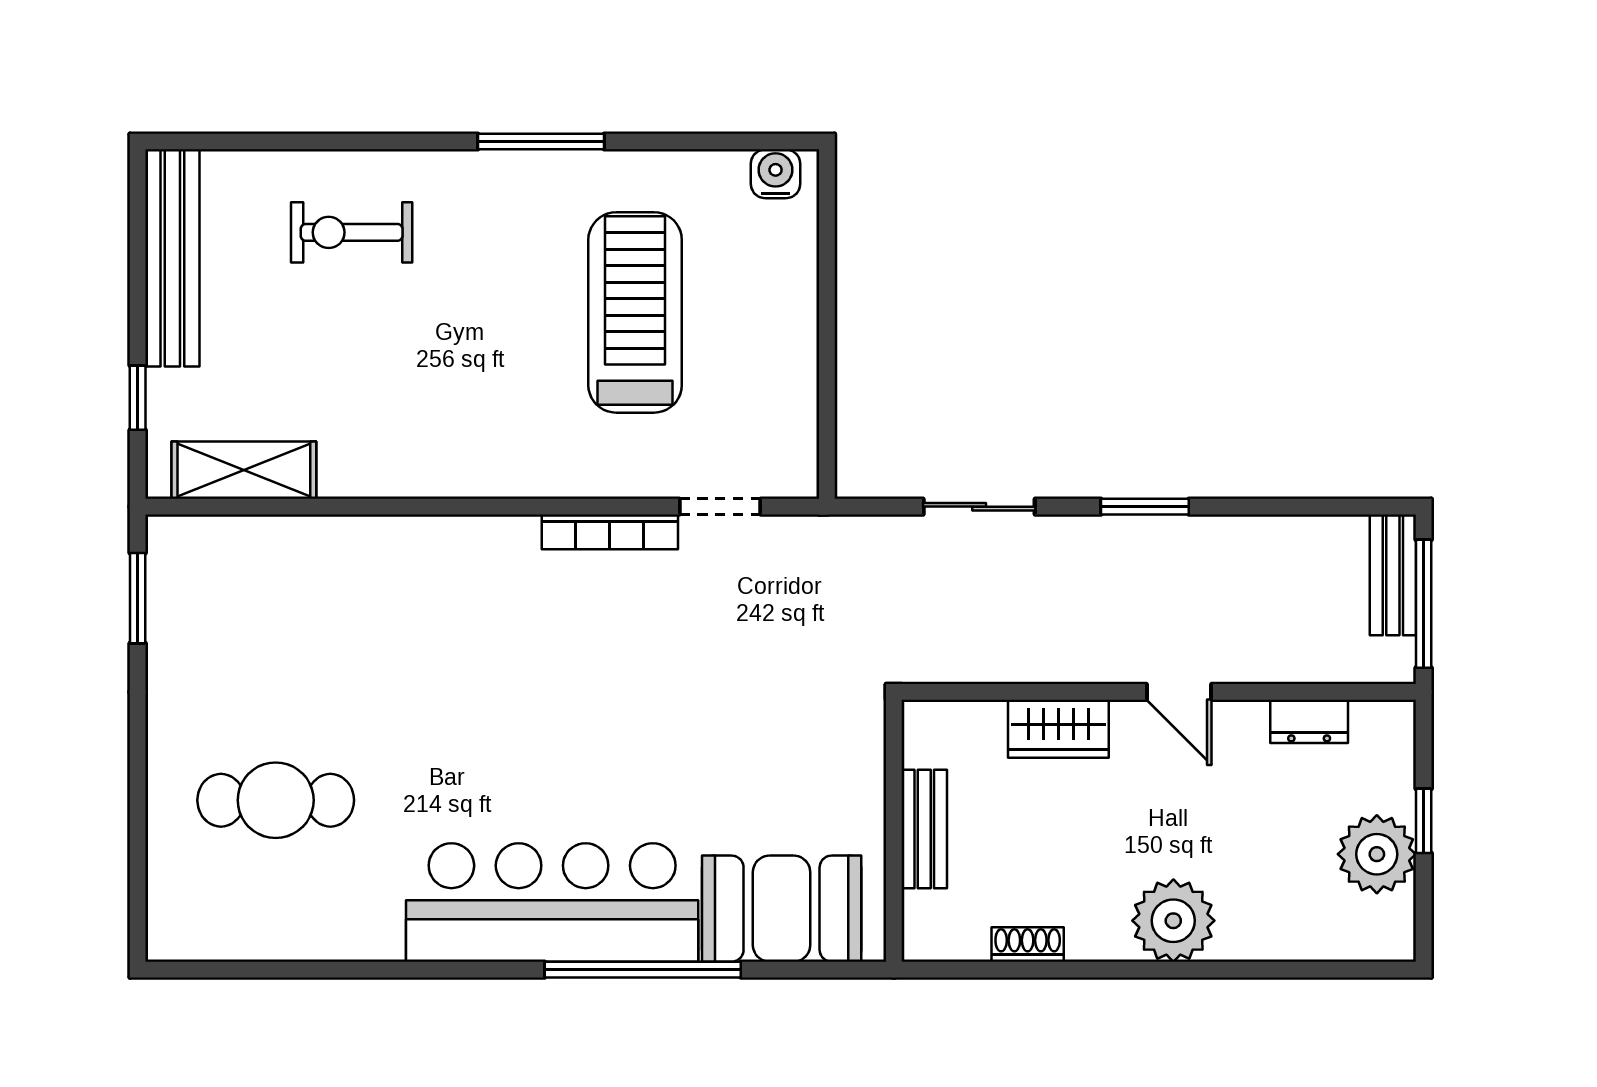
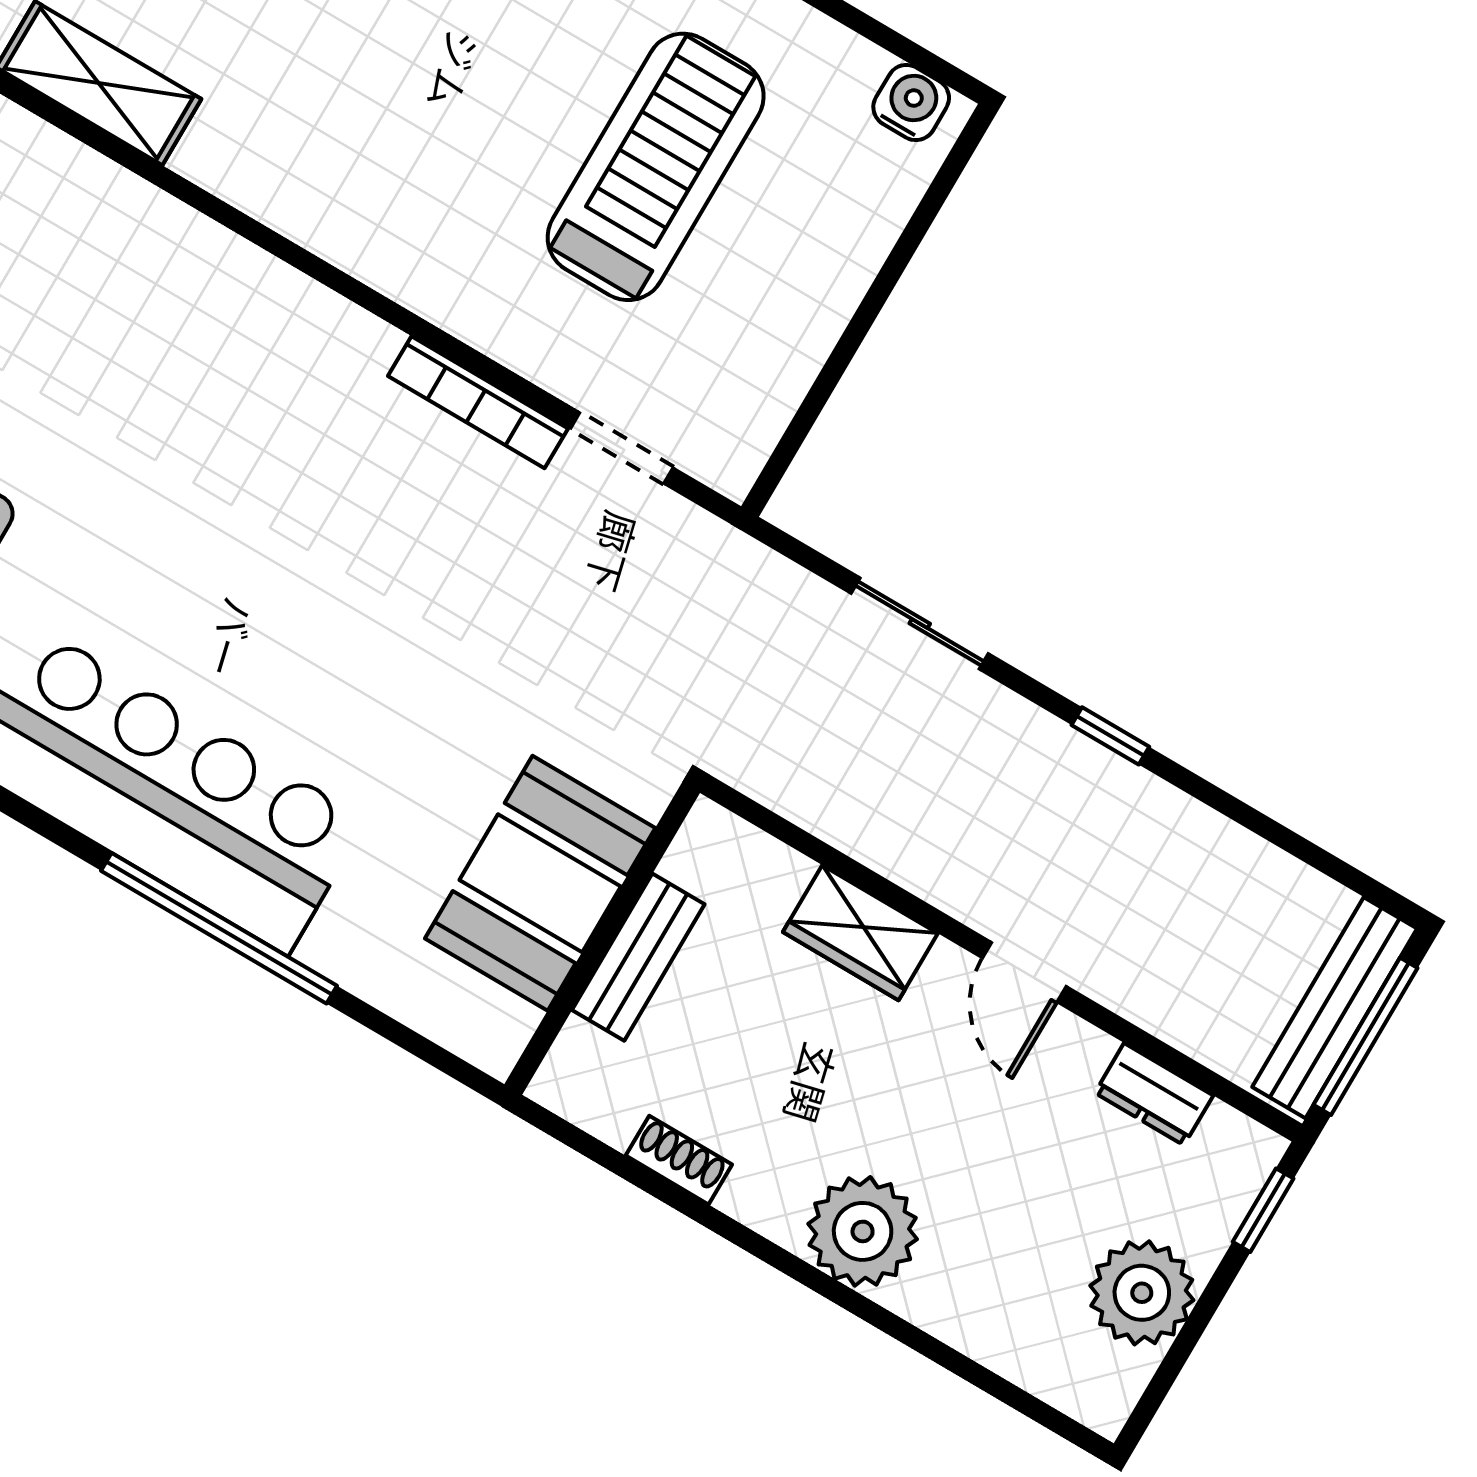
window: (1145, 507) -> (1110, 736), width x0.67
bench: (1393, 575) -> (1335, 1008), width x1.36
window: (1424, 821) -> (1263, 1210), moved
booth: (782, 909) -> (540, 883), moved, turned 90

